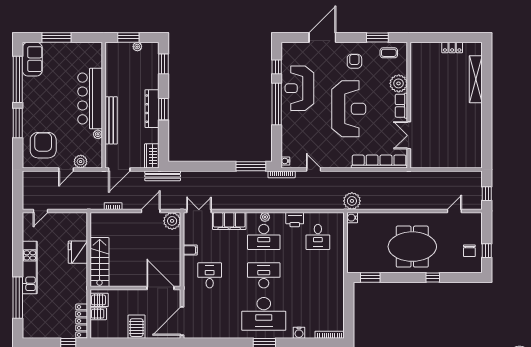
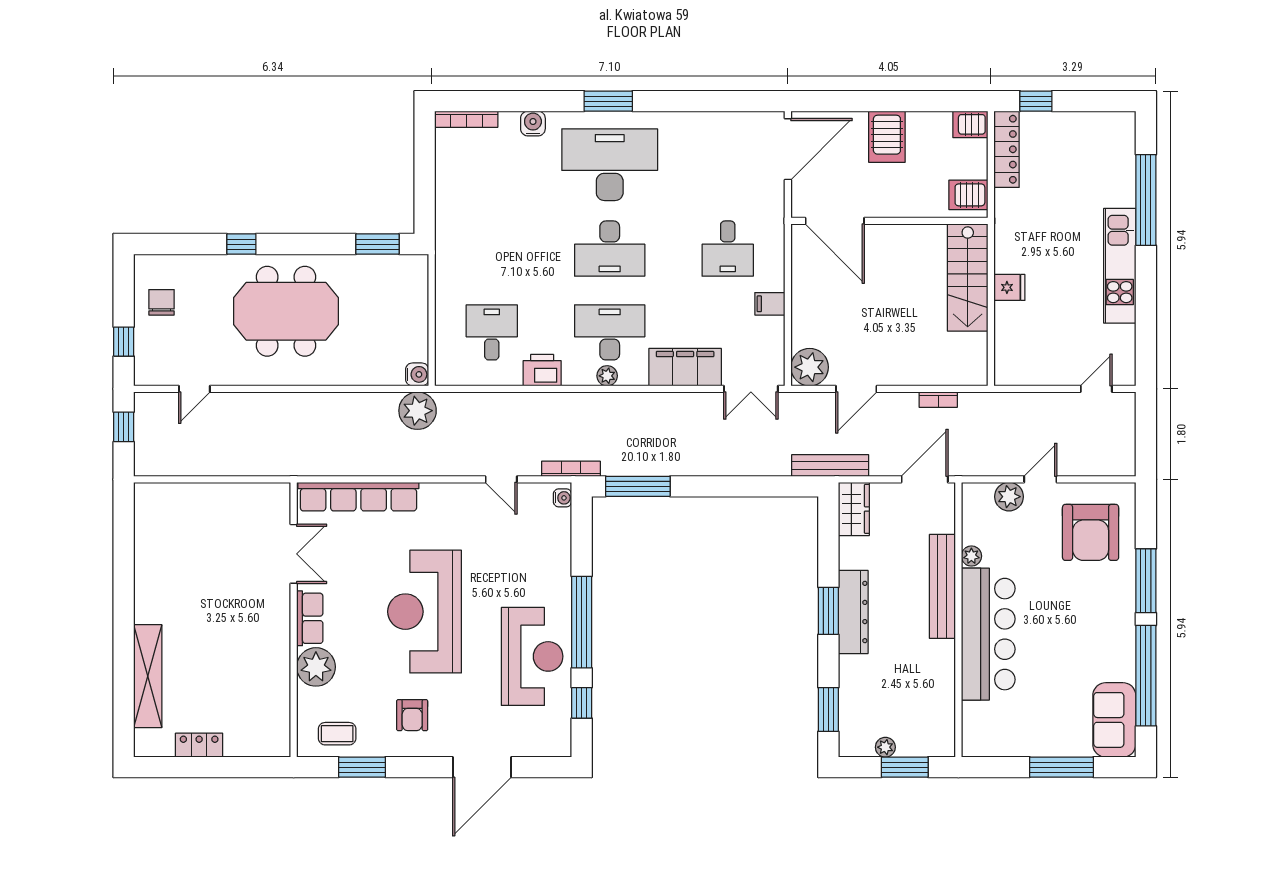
window: (487, 251) -> (124, 342), moved
fridge: (78, 252) -> (1009, 287), width x0.53, depth x0.75
server rack: (98, 314) -> (970, 124), moved

